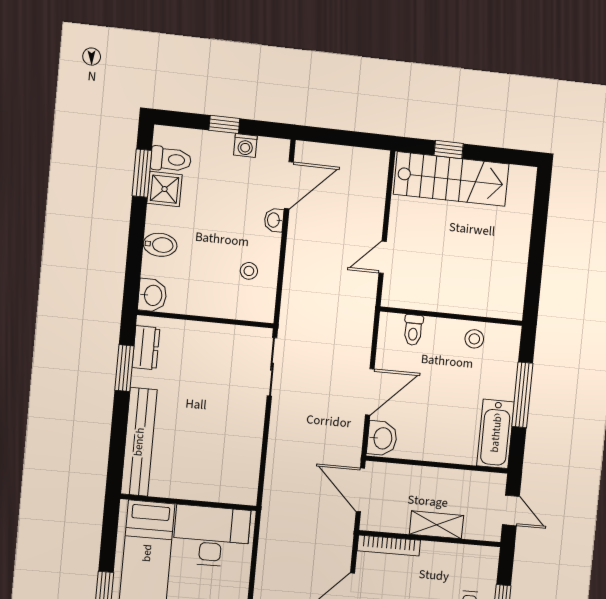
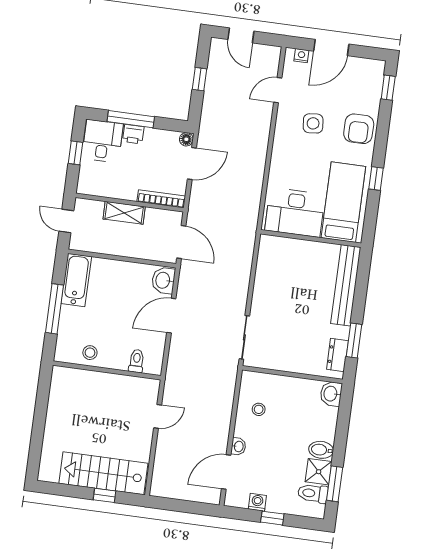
bidet: (160, 245) -> (321, 450), moved

